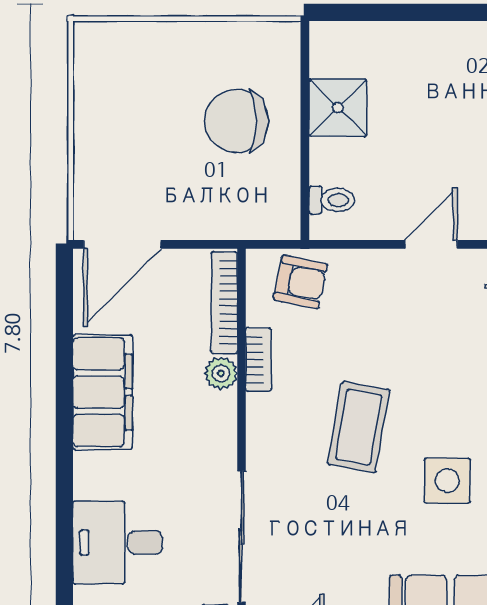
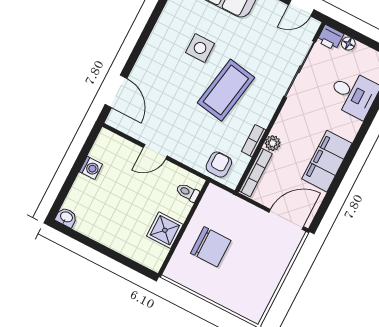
armchair: (300, 282) -> (219, 165), turned 78
coffee table: (359, 427) -> (226, 90), width x1.36, depth x1.32

